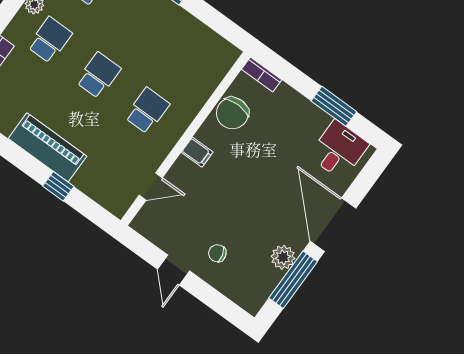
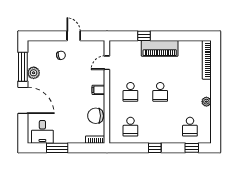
school desk: (50, 40) -> (130, 127), moved
chair: (232, 113) -> (96, 116), turned -90

